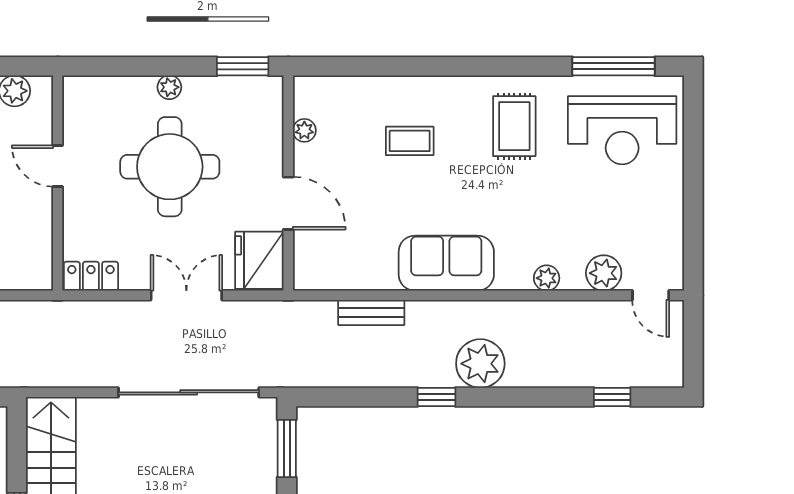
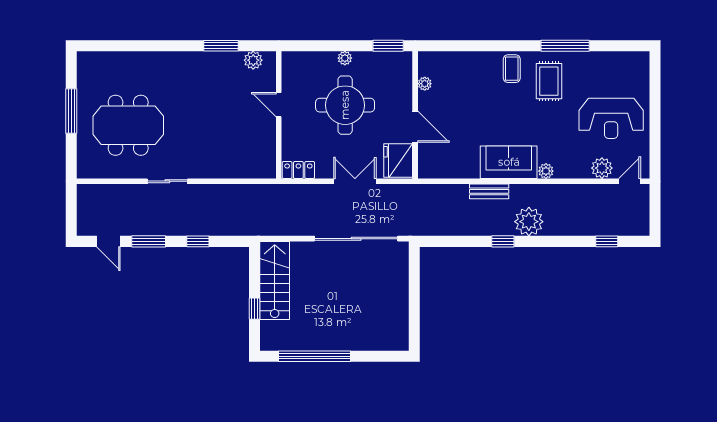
window: (614, 66) -> (565, 46), moved
reception desk: (622, 130) -> (611, 118), moved
coffee table: (410, 141) -> (512, 69), moved, turned 90
plant: (547, 278) -> (546, 171), moved
door: (651, 295) -> (630, 181), swing flipped
bench: (371, 312) -> (489, 191), moved
window: (287, 449) -> (414, 272), removed

